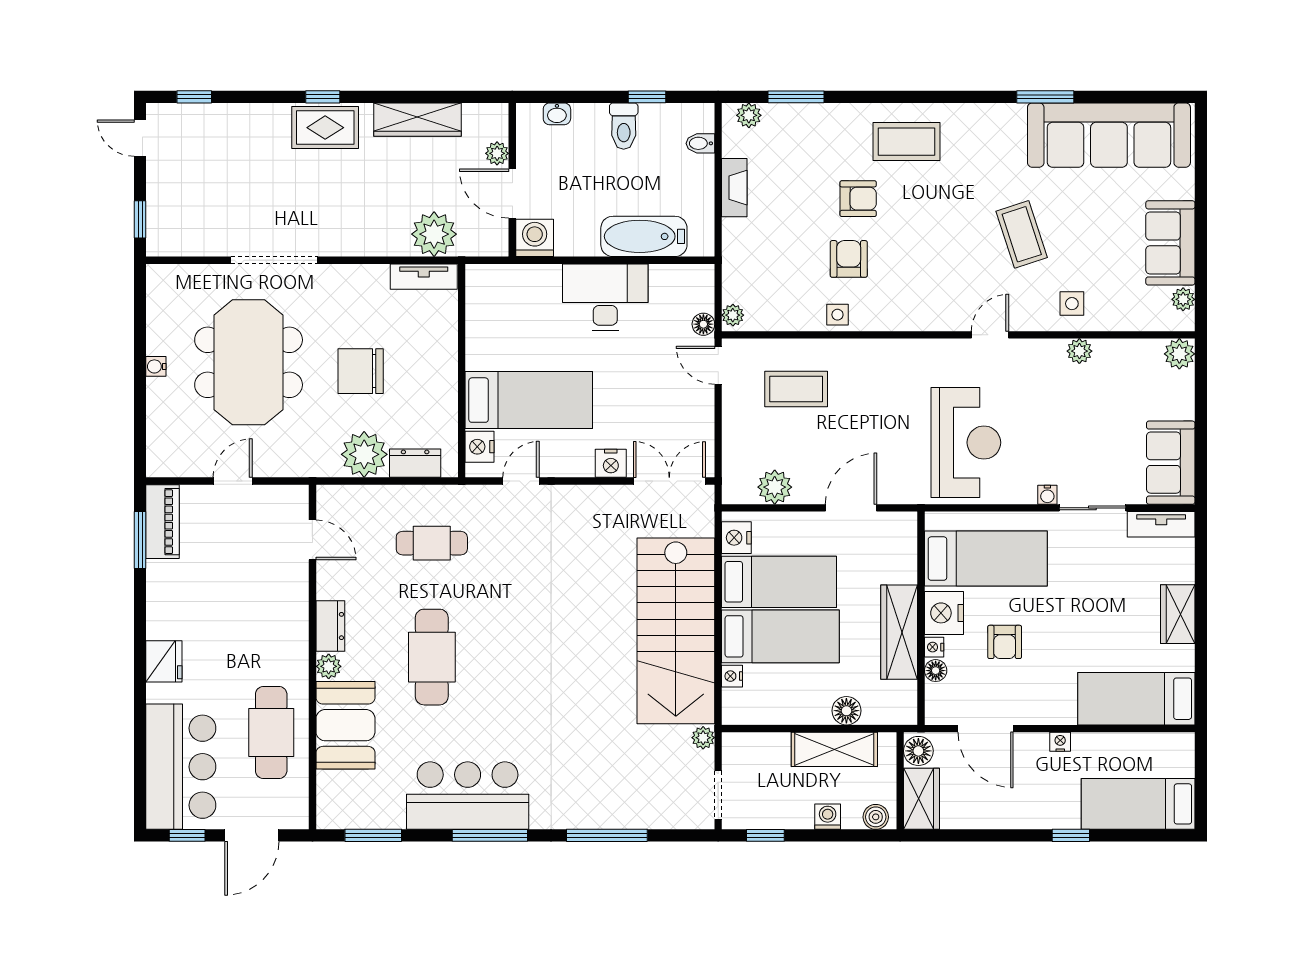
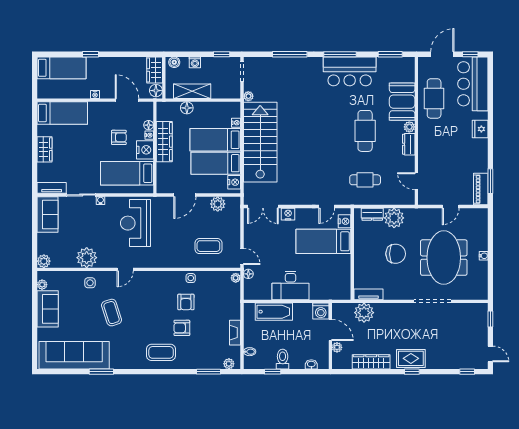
plant: (1079, 351) -> (87, 258), width x1.87, depth x1.87
armchair: (1005, 642) -> (119, 137), turned 90

